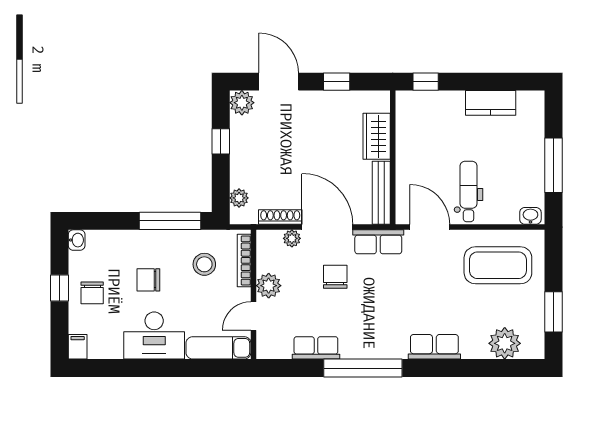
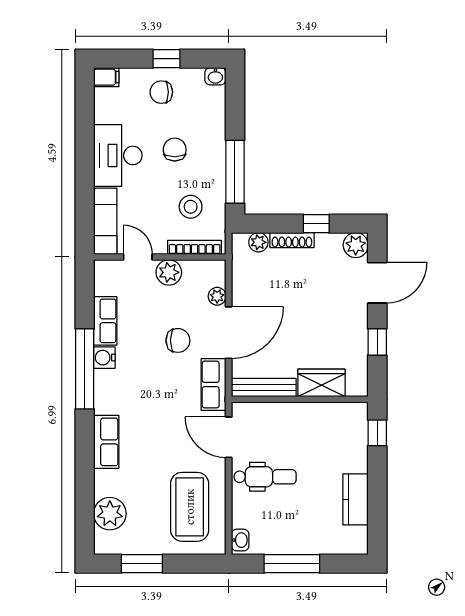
shoe rack: (280, 217) -> (292, 240), moved, turned 90
door: (430, 227) -> (229, 437), swing flipped
water cooler: (352, 349) -> (104, 358), added

